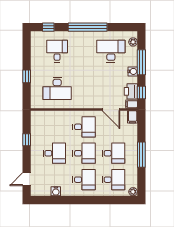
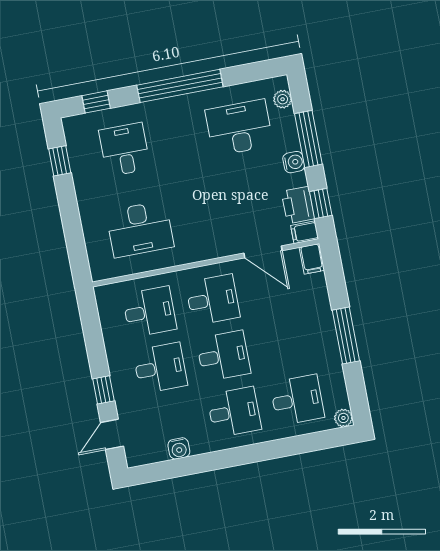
window: (27, 76) -> (60, 161), moved
window: (27, 140) -> (103, 390), moved
desk: (114, 153) -> (150, 312), moved

